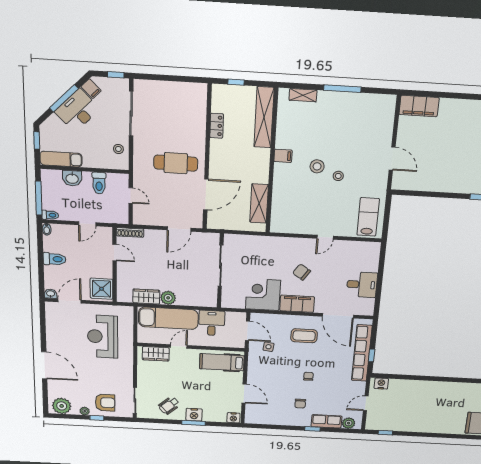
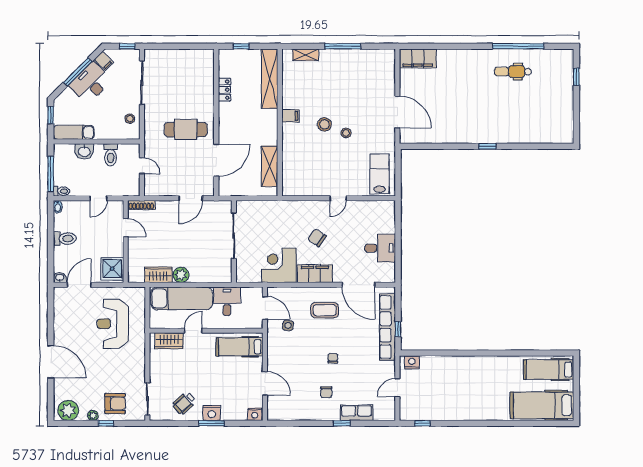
door: (392, 159) -> (397, 112), width x1.36
plant: (349, 423) -> (381, 414), removed

